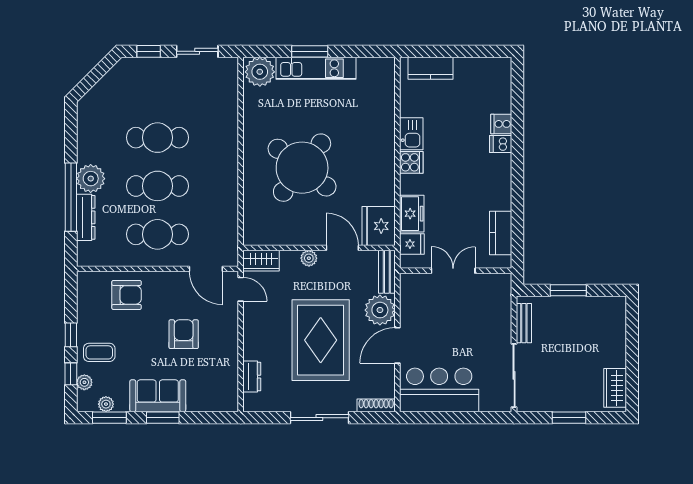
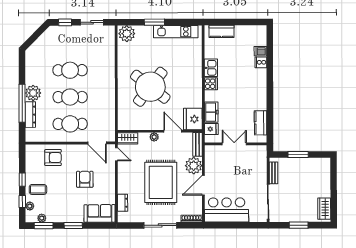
kitchen unit: (316, 68) -> (176, 32), moved
dishwasher: (501, 144) -> (260, 51), moved
sofa: (158, 396) -> (100, 213), moved

